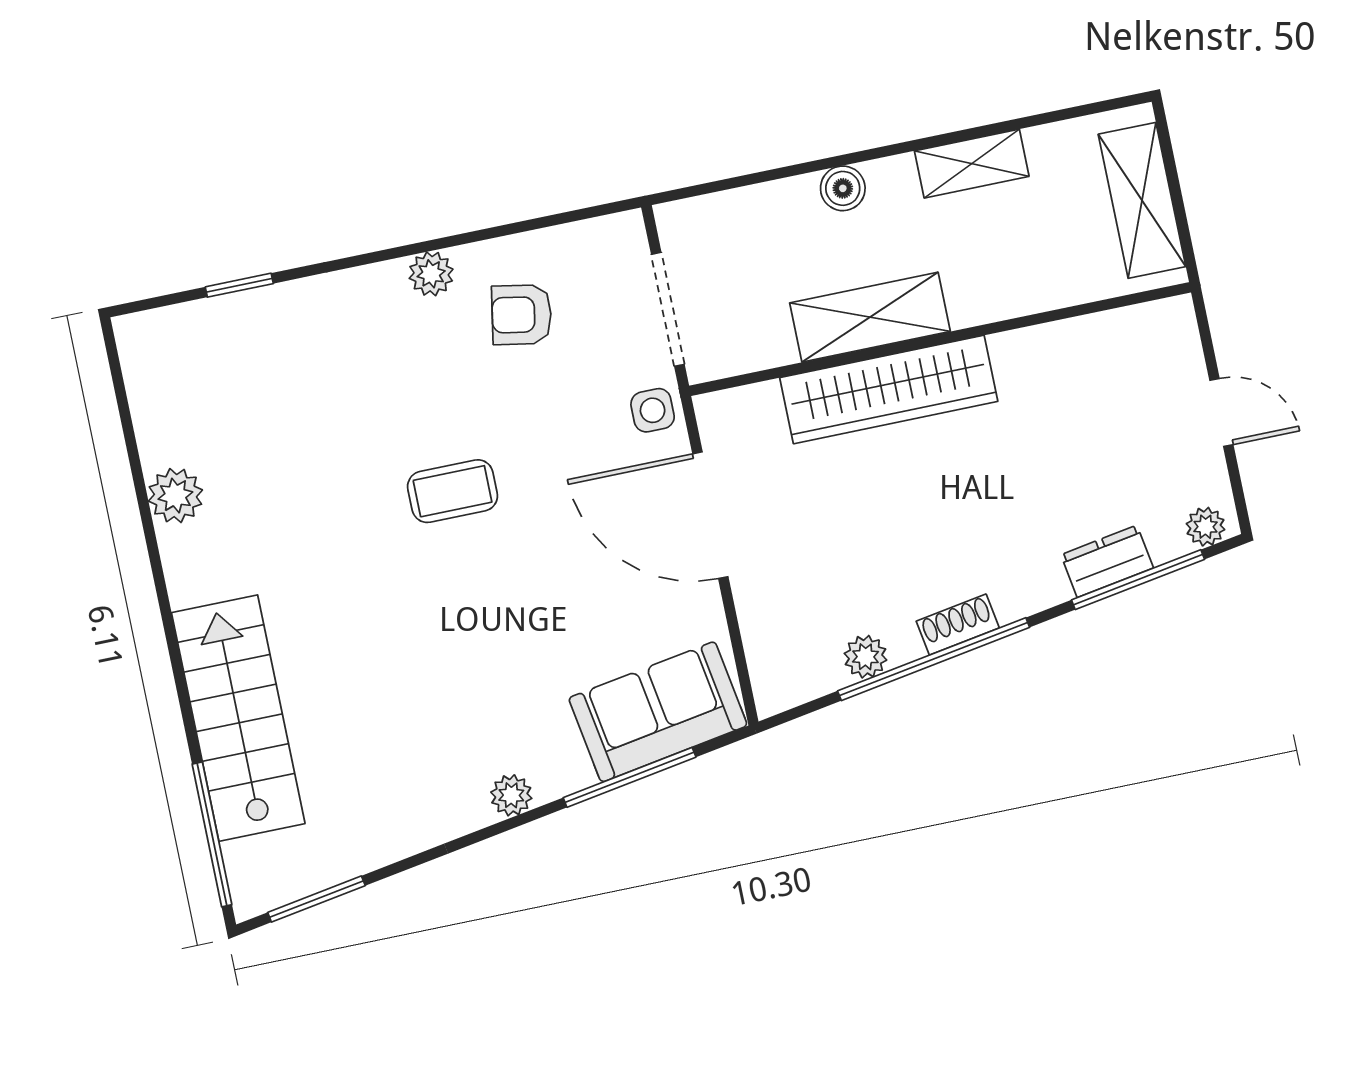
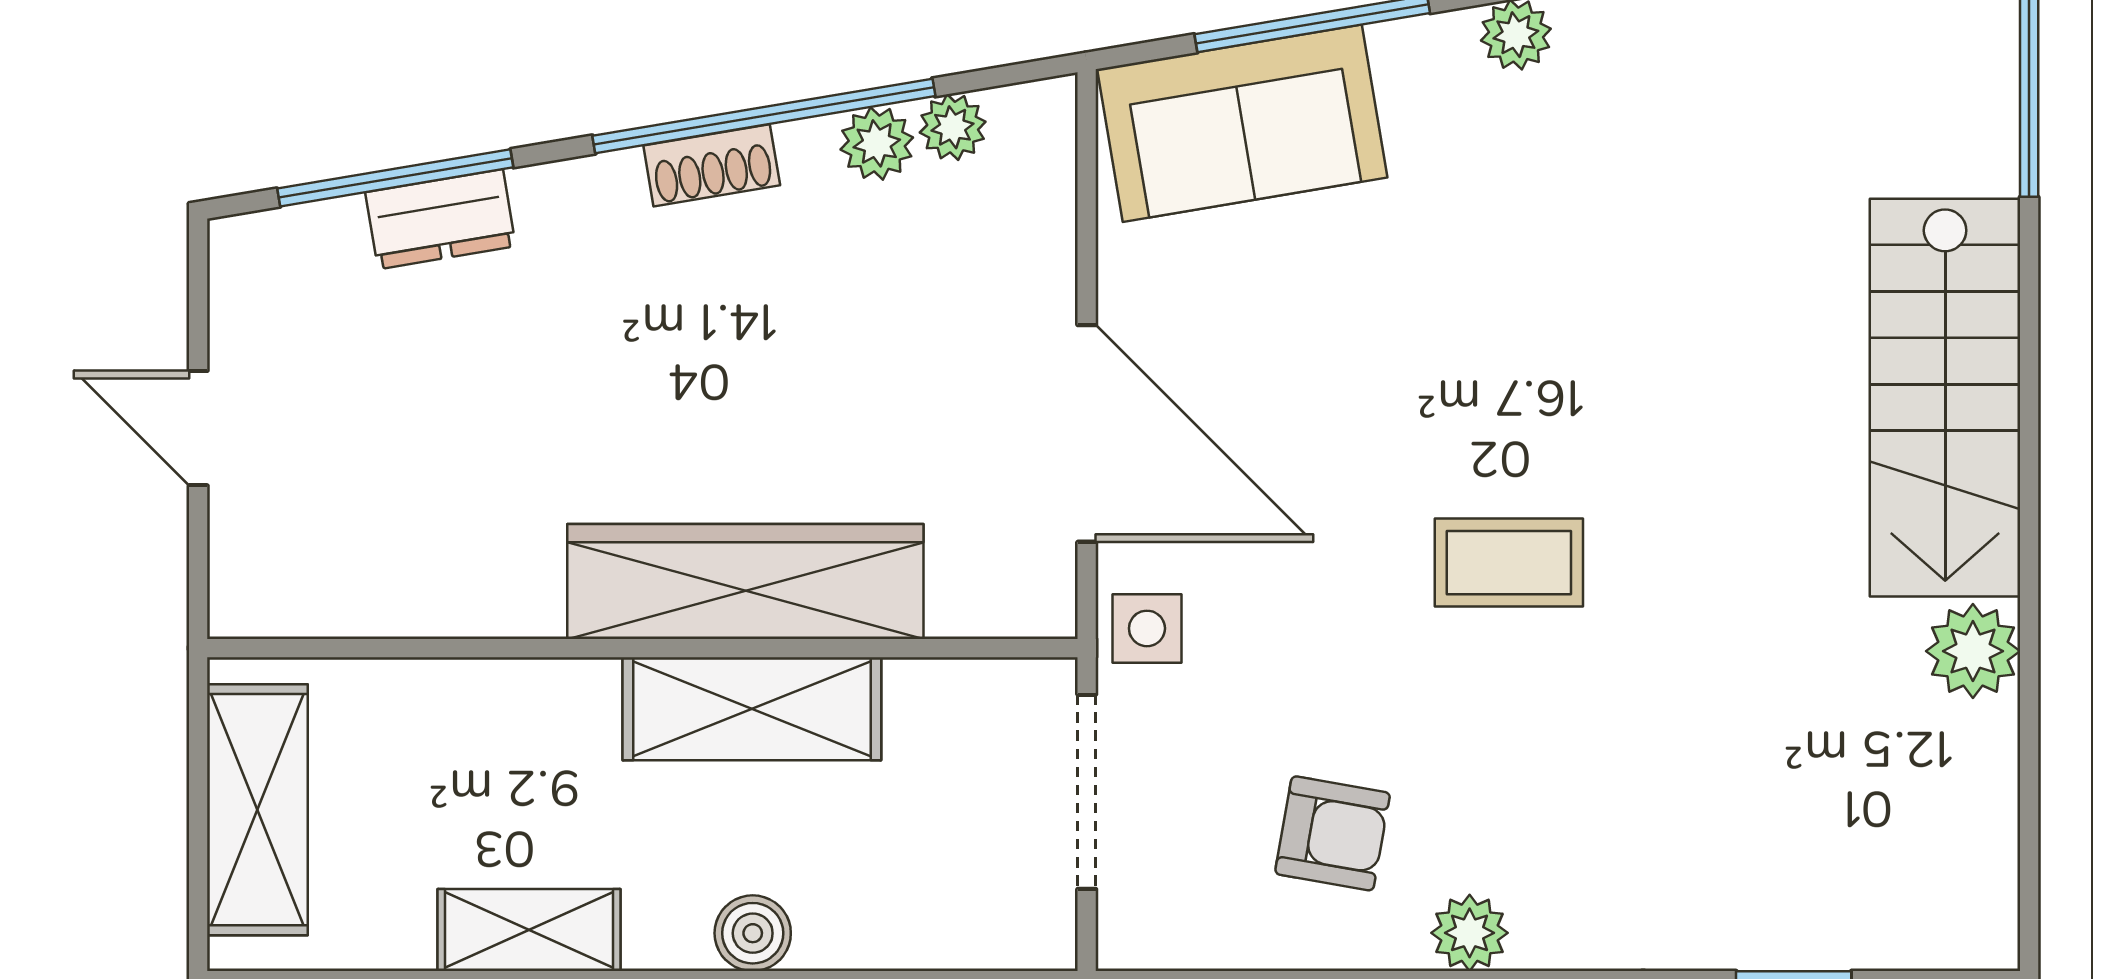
plant: (1206, 527) -> (953, 127), moved
stairs: (238, 718) -> (1945, 398), moved

